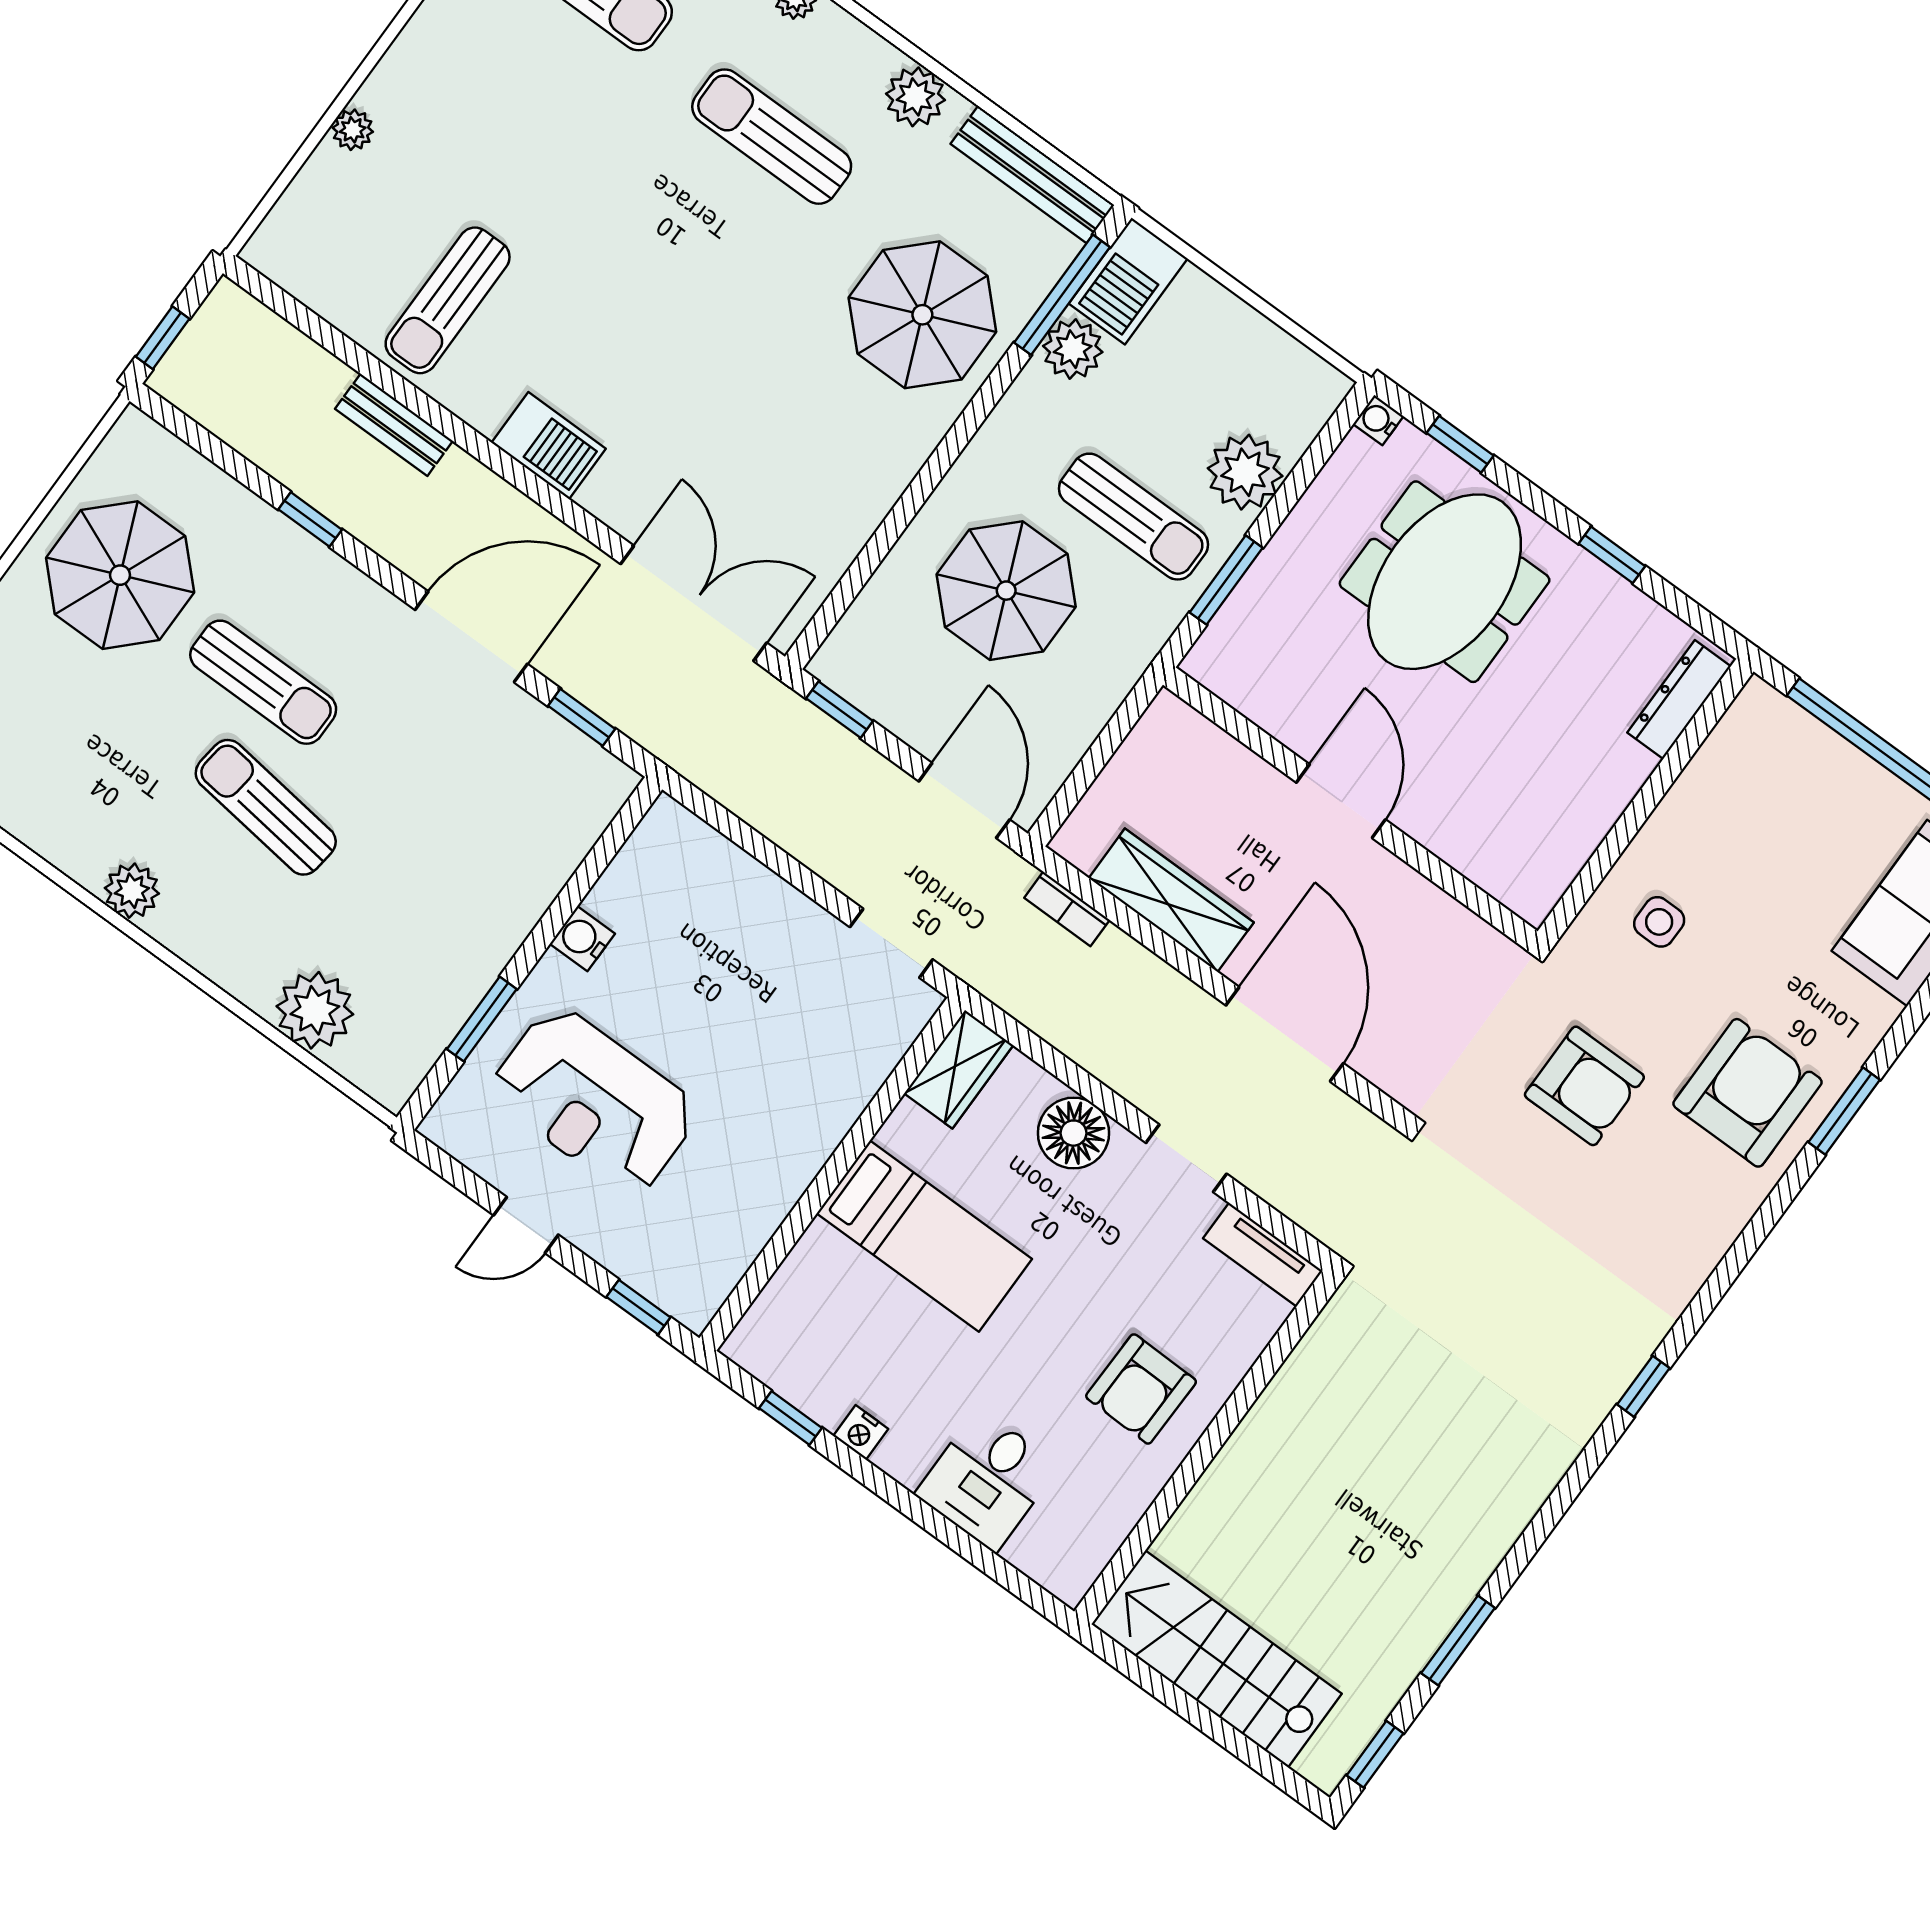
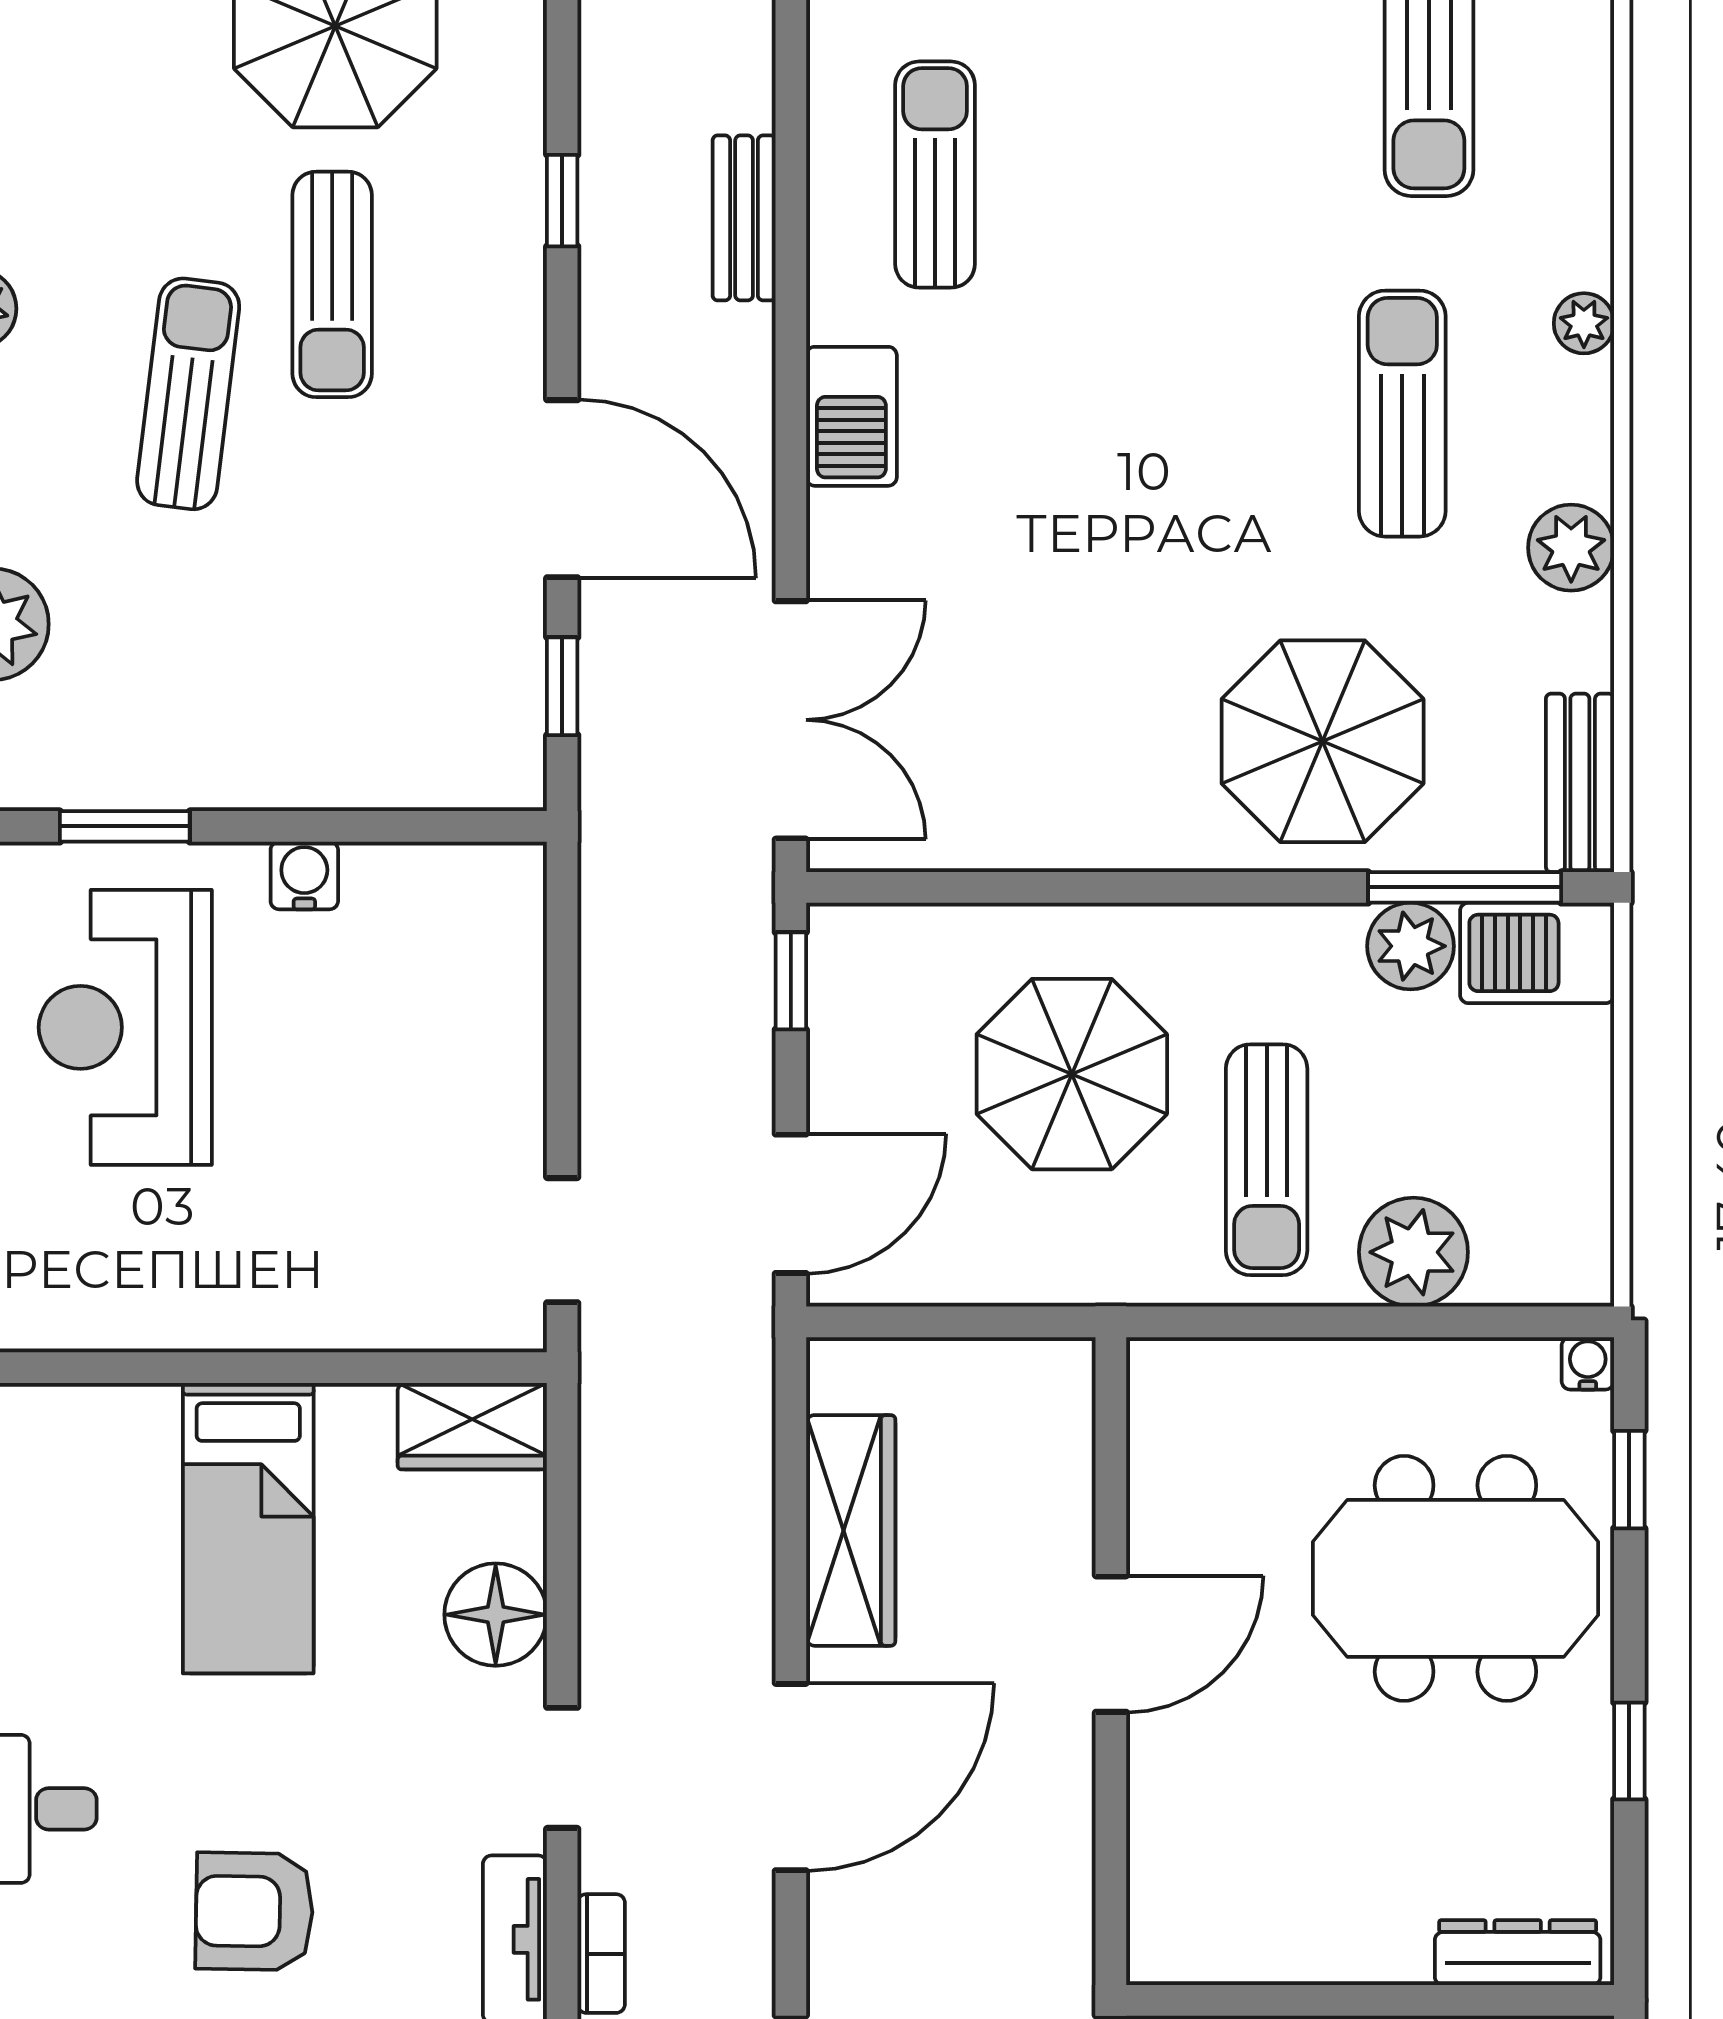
bench: (1032, 175) -> (1580, 783), width x0.73
sun lounger: (448, 300) -> (935, 175), turned 90
window: (1226, 580) -> (1271, 1322), removed
bookcase: (1067, 909) -> (601, 1954), moved, turned 180

